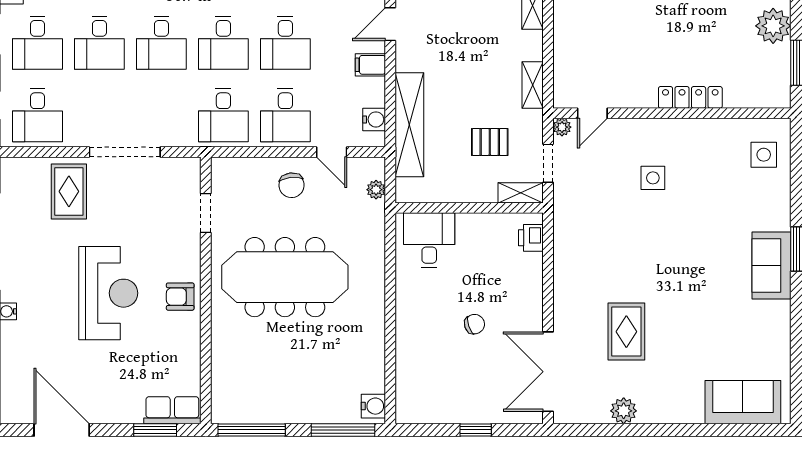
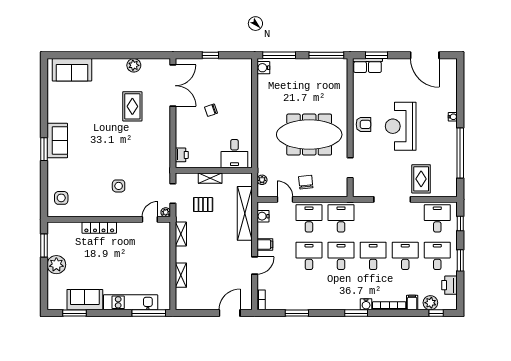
shelving: (521, 193) -> (210, 178), moved

